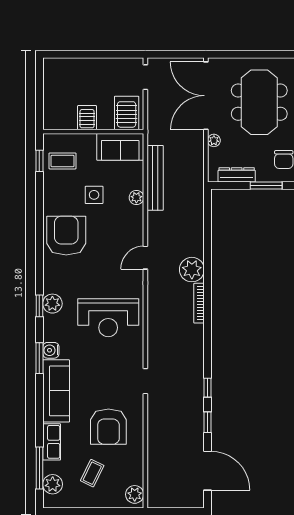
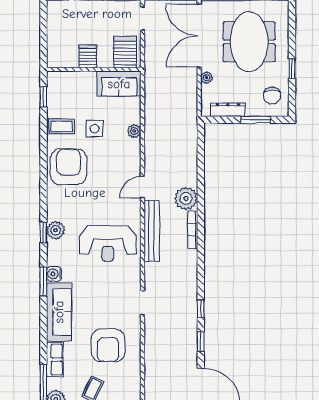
coffee table: (63, 161) -> (62, 126), moved
bench: (155, 178) -> (152, 231), moved

